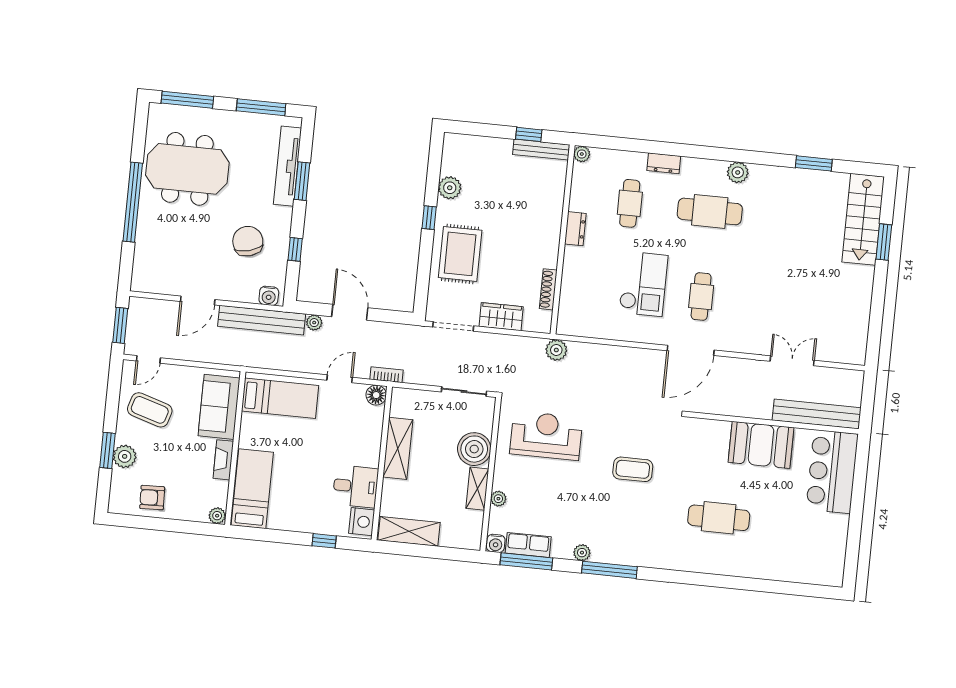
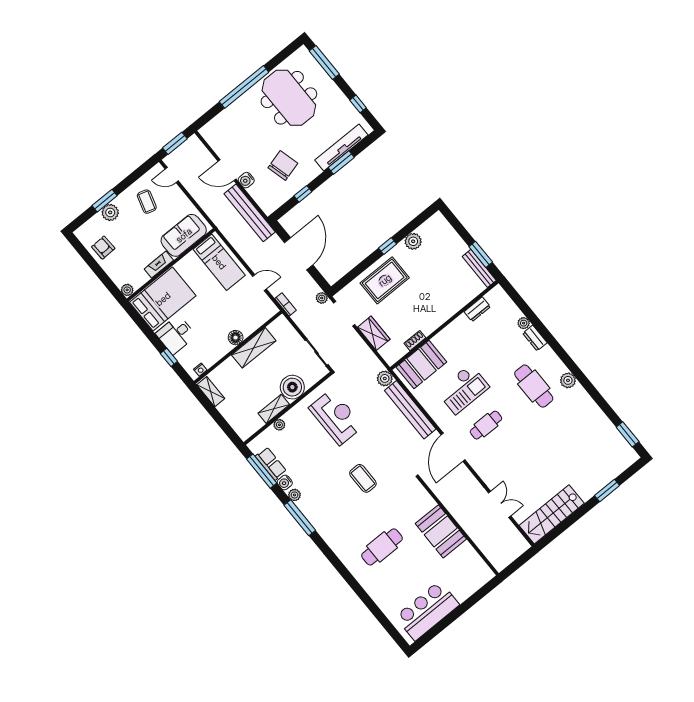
window: (261, 107) -> (358, 104), width x0.46
window: (529, 134) -> (481, 254), width x1.50
plant: (582, 154) -> (524, 323), moved
window: (814, 163) -> (628, 434), moved
cafe table: (630, 203) -> (497, 341), removed
stairs: (863, 219) -> (552, 514), moved
dresser: (575, 229) -> (477, 309), moved
shoe rack: (548, 289) -> (415, 341), width x0.70
water cooler: (269, 296) -> (246, 180), moved
booth: (579, 300) -> (421, 364), added
door: (350, 312) -> (299, 254), width x1.36
plant: (314, 323) -> (322, 298), moved
door: (691, 350) -> (453, 447), hinge flipped
floor lamp: (376, 395) -> (236, 338), moved
coffee table: (150, 410) -> (147, 202), width x0.73, depth x0.77
bench: (817, 414) -> (410, 410), moved
bar counter: (832, 472) -> (427, 611), moved
desk: (356, 486) -> (176, 335), moved, turned 90
bed: (252, 489) -> (163, 299), width x1.50
cafe table: (719, 518) -> (382, 547), turned 90
nightstand: (362, 522) -> (200, 370), width x0.53, depth x0.56
shelving: (409, 531) -> (211, 392), width x0.67, depth x0.75
water cooler: (496, 543) -> (285, 483), moved

